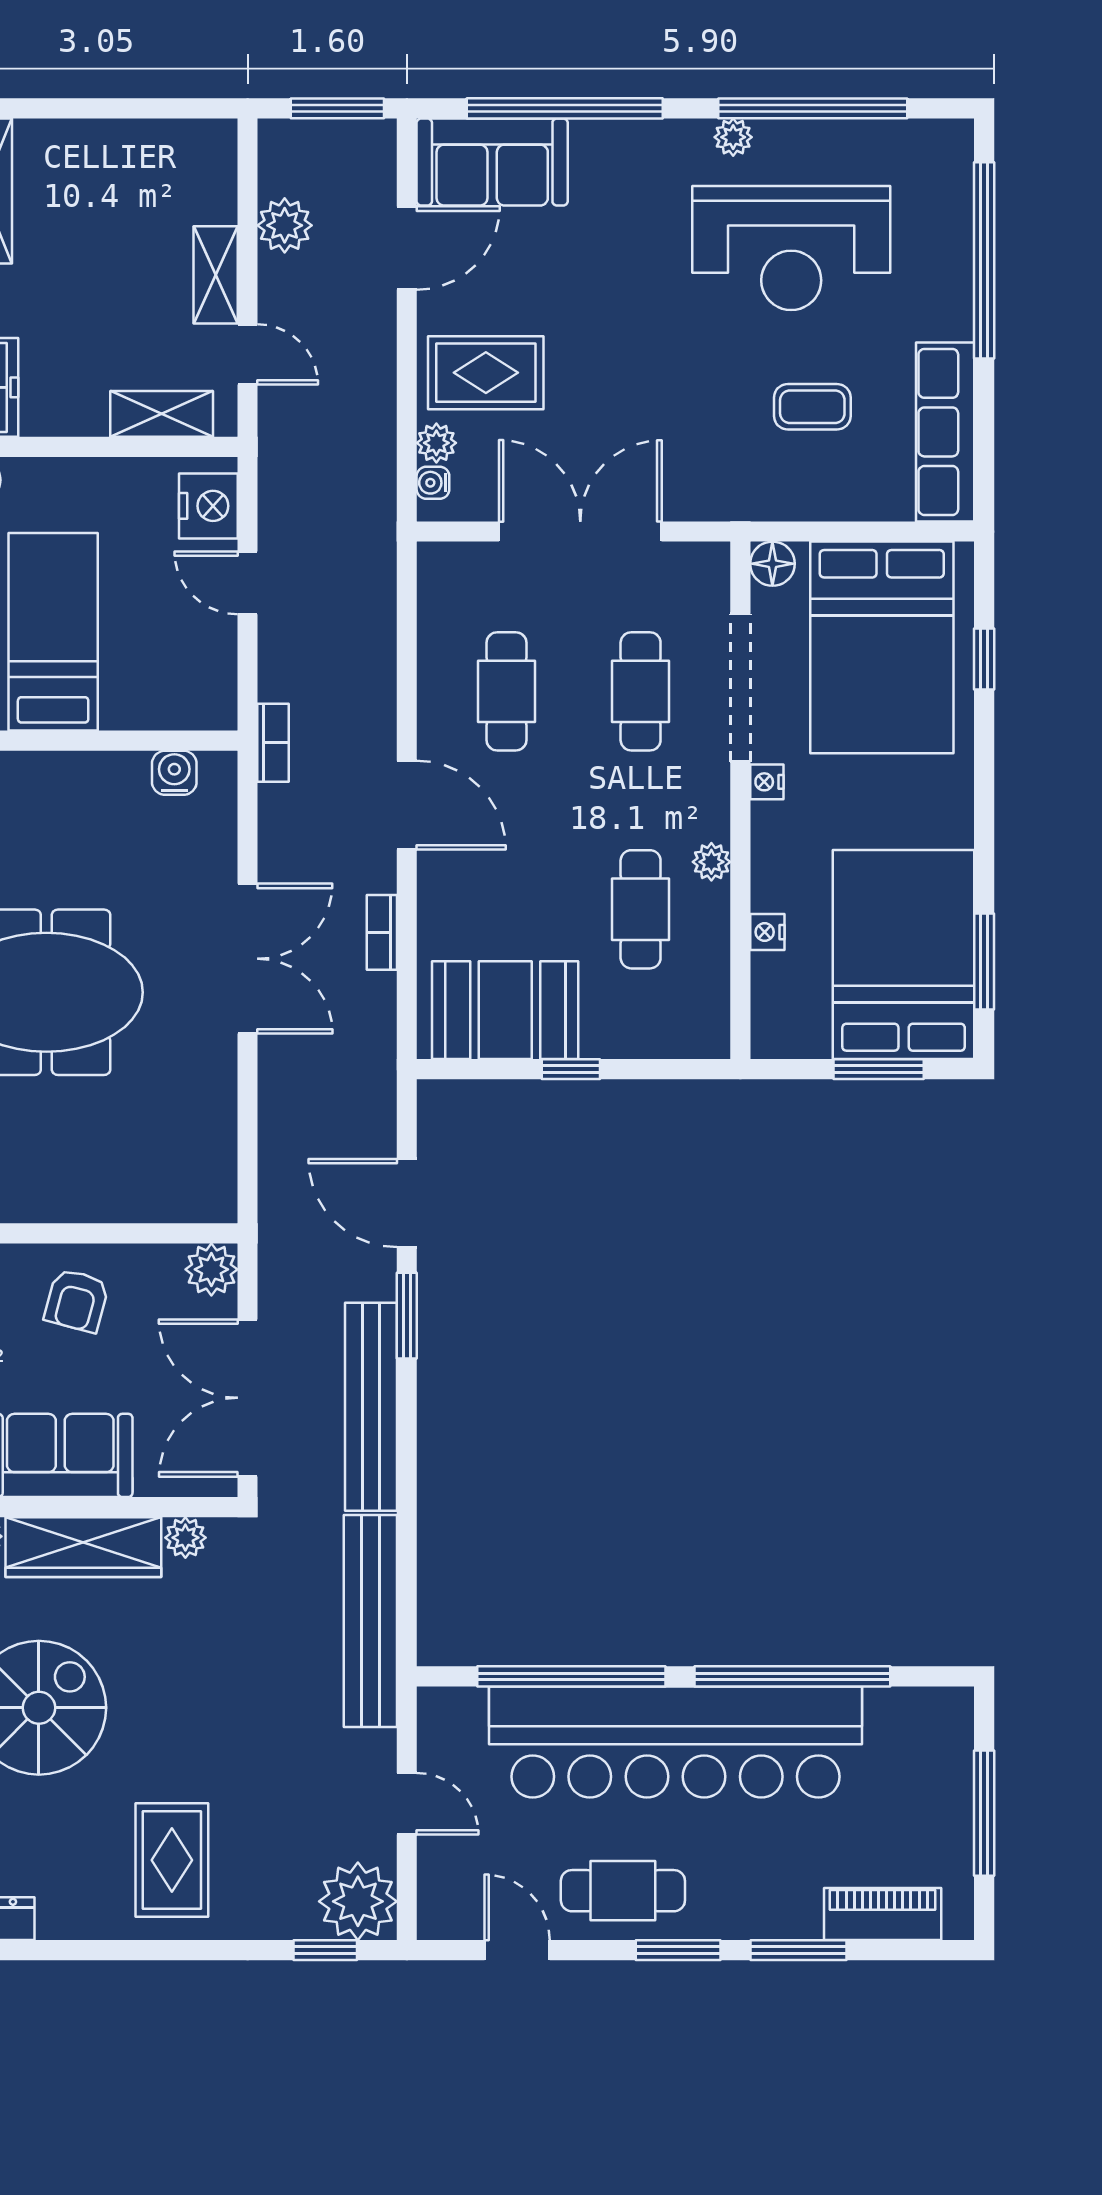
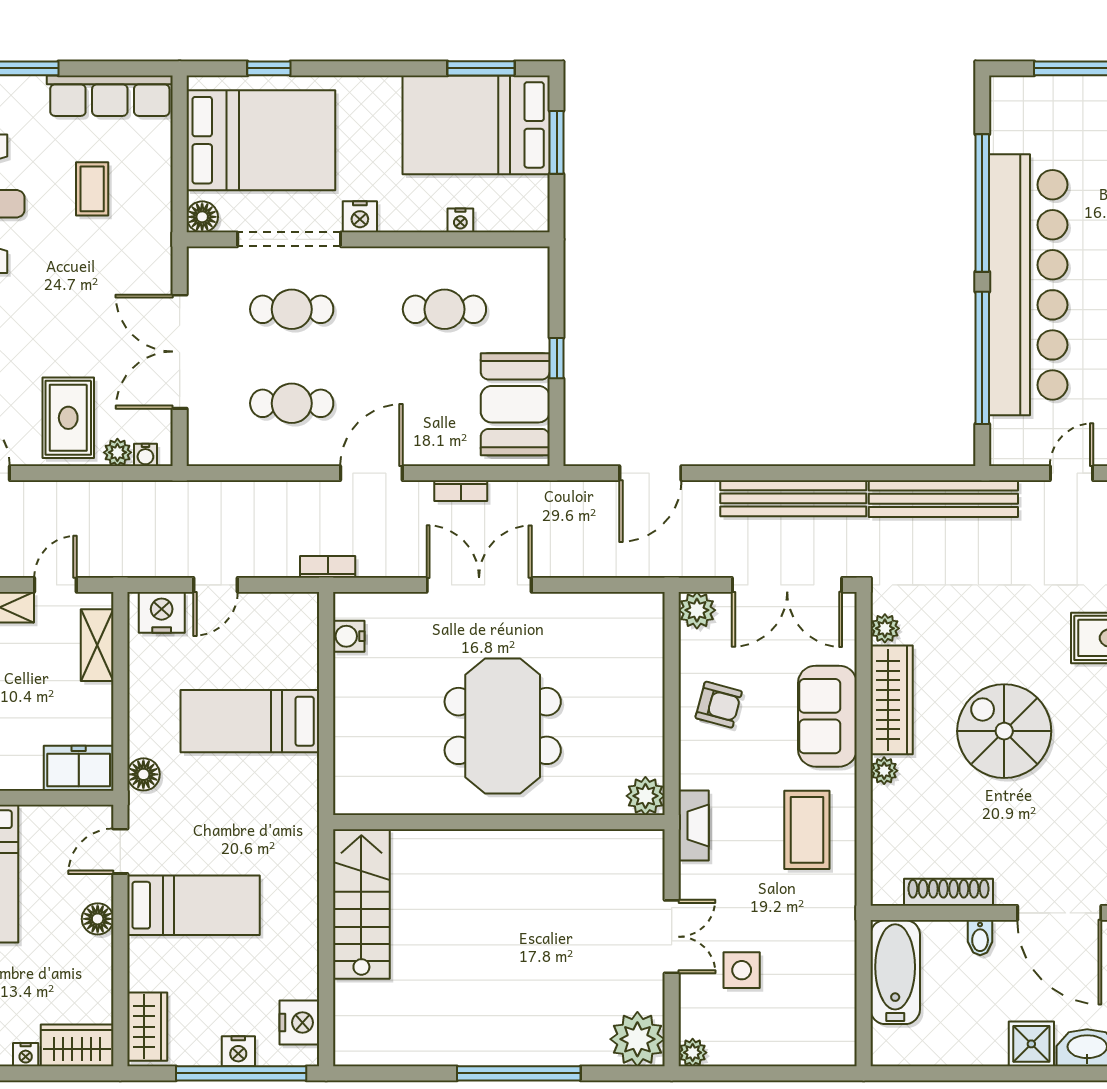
nightstand: (767, 782) -> (360, 217), width x1.39, depth x1.35
plant: (711, 862) -> (411, 260), removed
window: (407, 1316) -> (729, 473), removed

